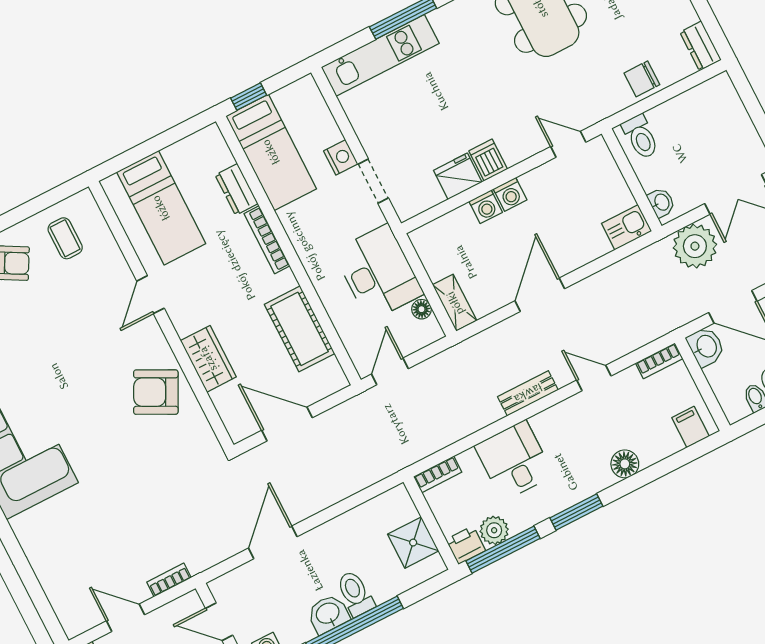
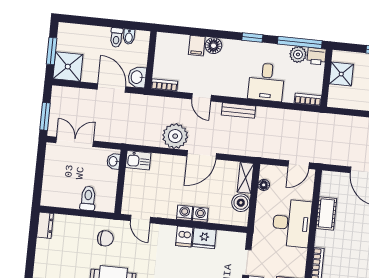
chair: (642, 79) -> (105, 238), moved
toilet: (641, 137) -> (88, 198), moved
plant: (695, 246) -> (175, 136), moved
boiler: (438, 262) -> (241, 203), added
desk: (378, 273) -> (292, 223), moved, turned 180
cot: (300, 329) -> (326, 213), width x0.73, depth x0.75
filing cabinet: (691, 427) -> (197, 46), moved
window: (576, 512) -> (252, 37), width x0.67

